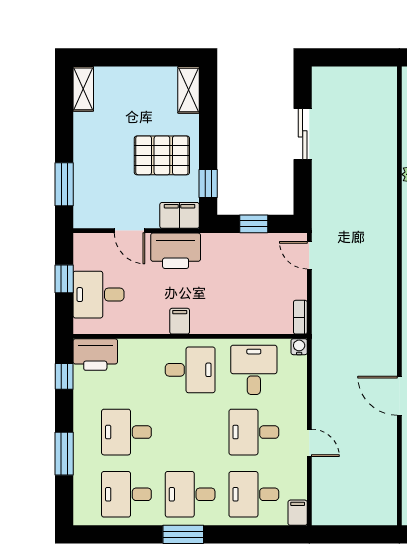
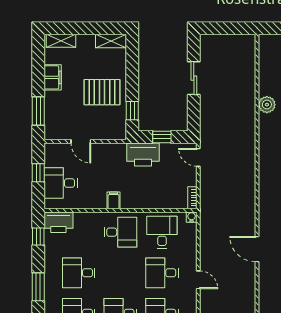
shelving: (83, 89) -> (61, 41), moved, turned 90
shelving: (189, 90) -> (111, 41), moved, turned 90
filing cabinet: (180, 215) -> (53, 77), moved, turned 90
printer: (176, 251) -> (143, 154), moved

